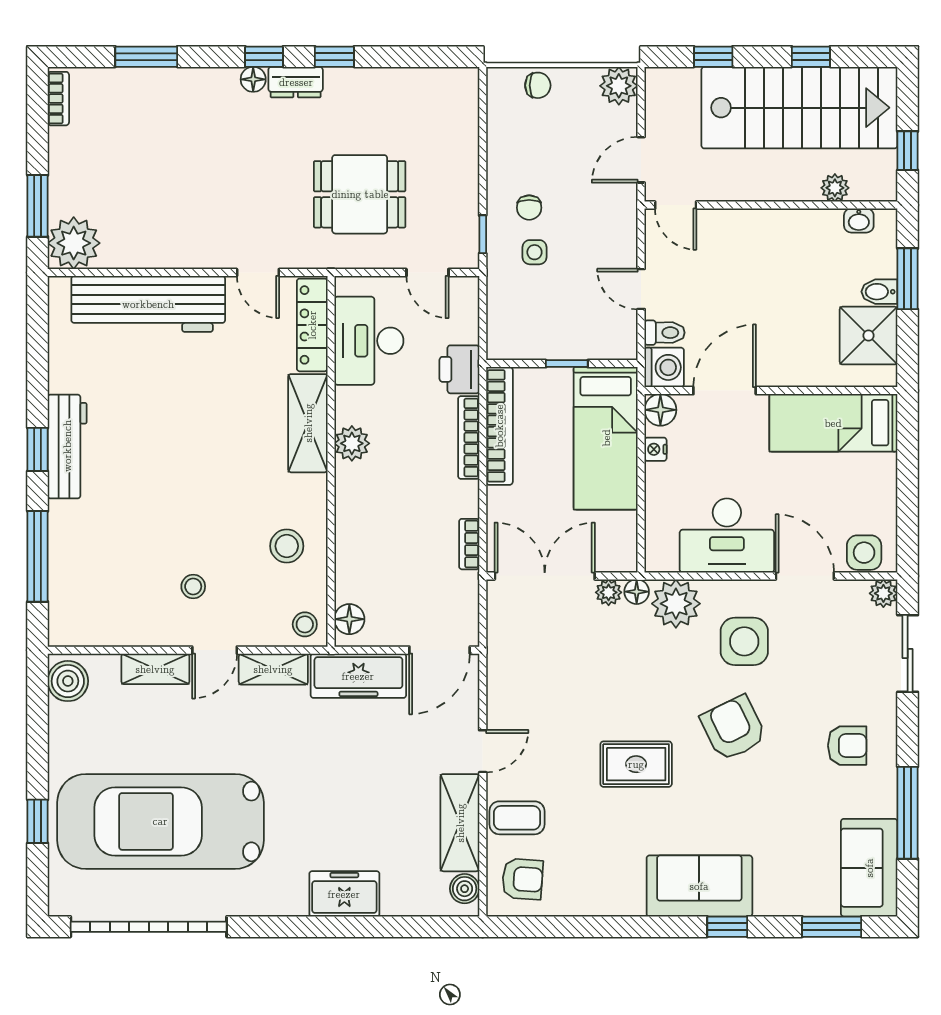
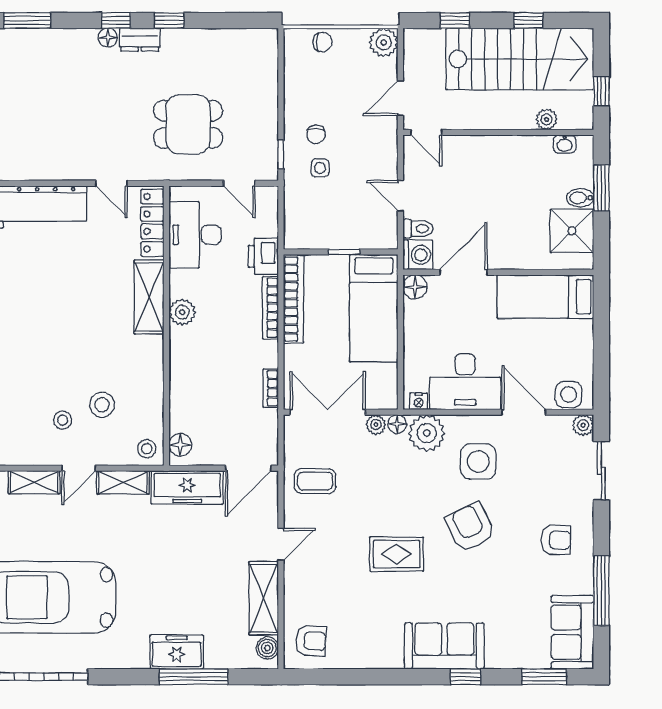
nightstand: (656, 449) -> (419, 401), moved, turned -90
stool: (287, 546) -> (102, 405), moved
coffee table: (517, 818) -> (315, 481), moved
window: (367, 927) -> (194, 677), added

